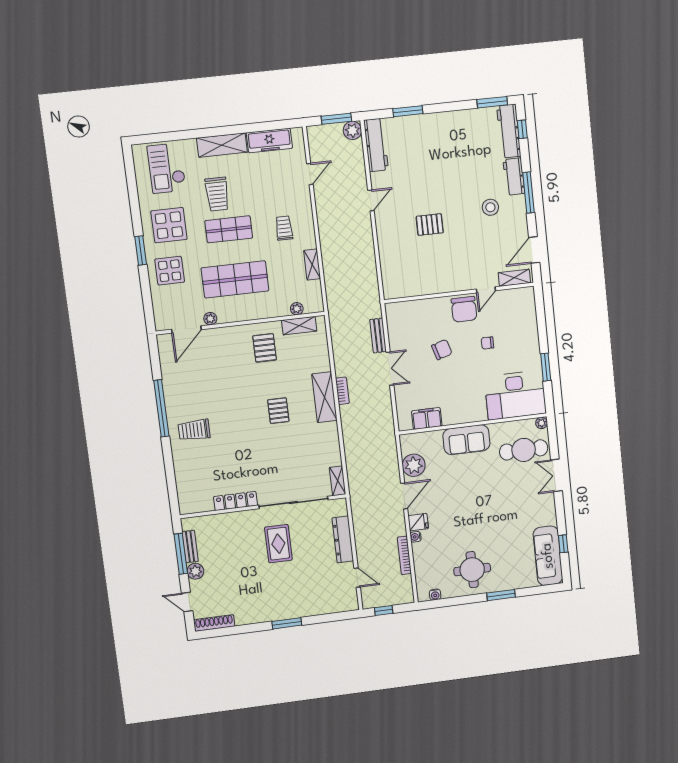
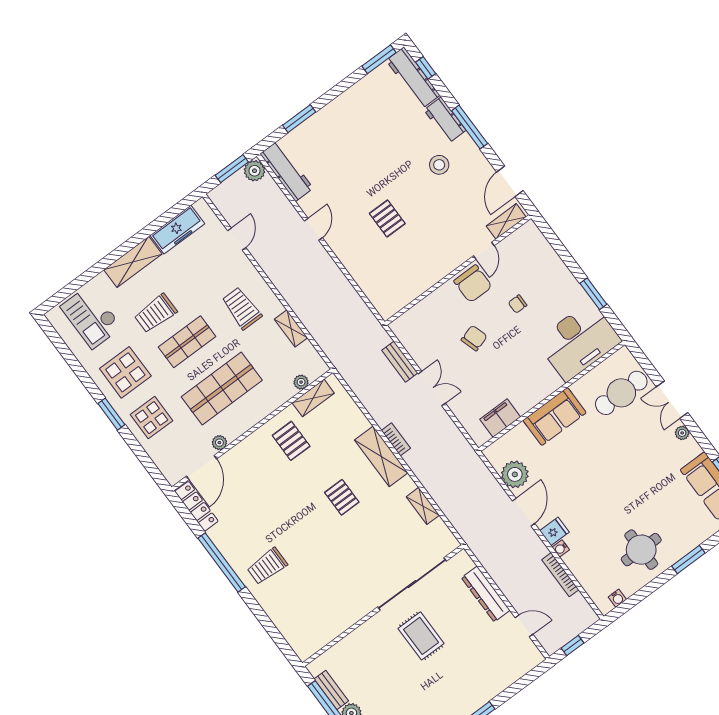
trolley: (217, 194) -> (156, 313), turned 90
pallet: (430, 225) -> (387, 219), turned 90
trolley: (284, 228) -> (242, 308), width x1.36, depth x1.39
plant: (542, 423) -> (682, 433), moved
shelving: (338, 481) -> (423, 506), moved
locker: (236, 501) -> (196, 506), moved, turned 90

